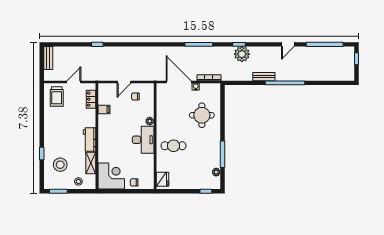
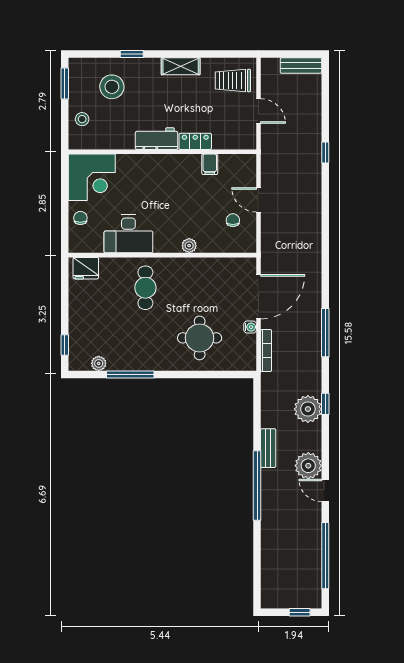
plant: (274, 54) -> (308, 466), added
locker: (91, 99) -> (195, 141), moved
desk: (143, 140) -> (128, 234), moved
shelving: (91, 163) -> (181, 66), moved

